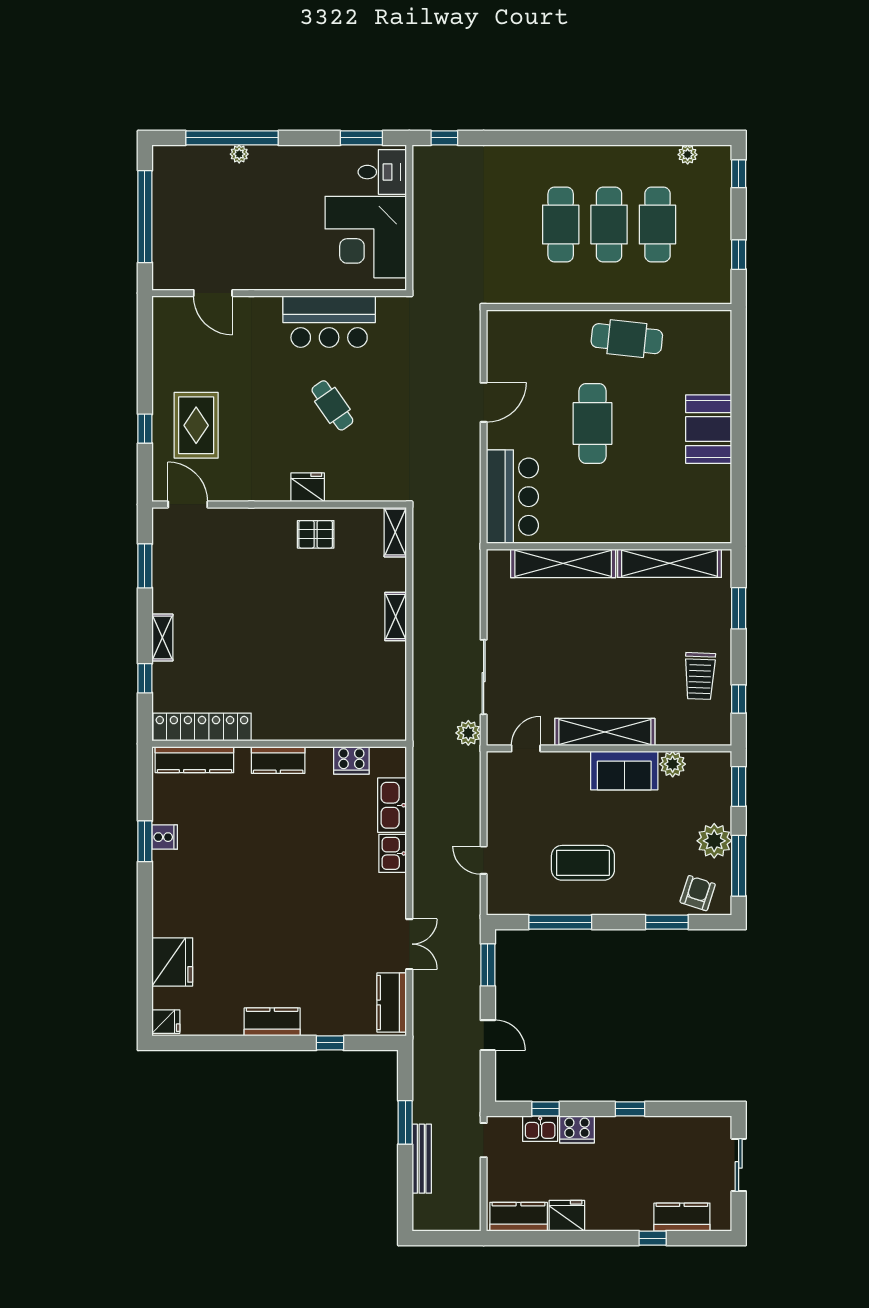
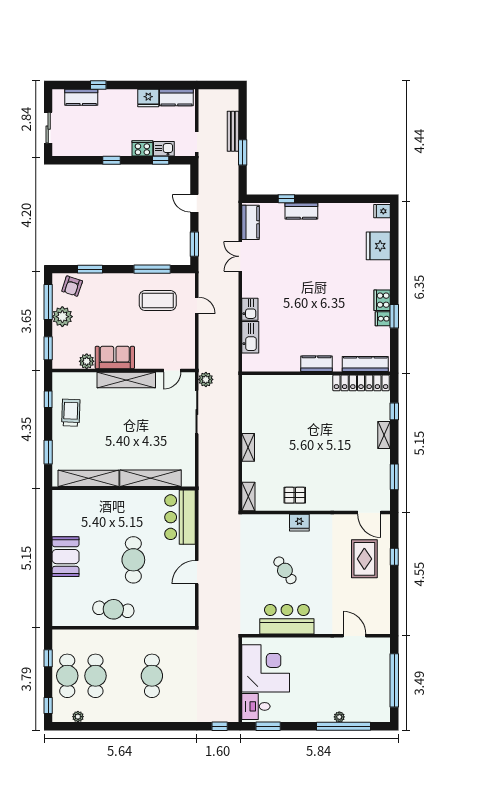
cafe table: (609, 225) -> (67, 676), moved
cooker: (351, 760) -> (382, 300), moved, turned -90
coffee table: (583, 863) -> (158, 301), moved
kitchen counter: (272, 1022) -> (301, 211), moved

